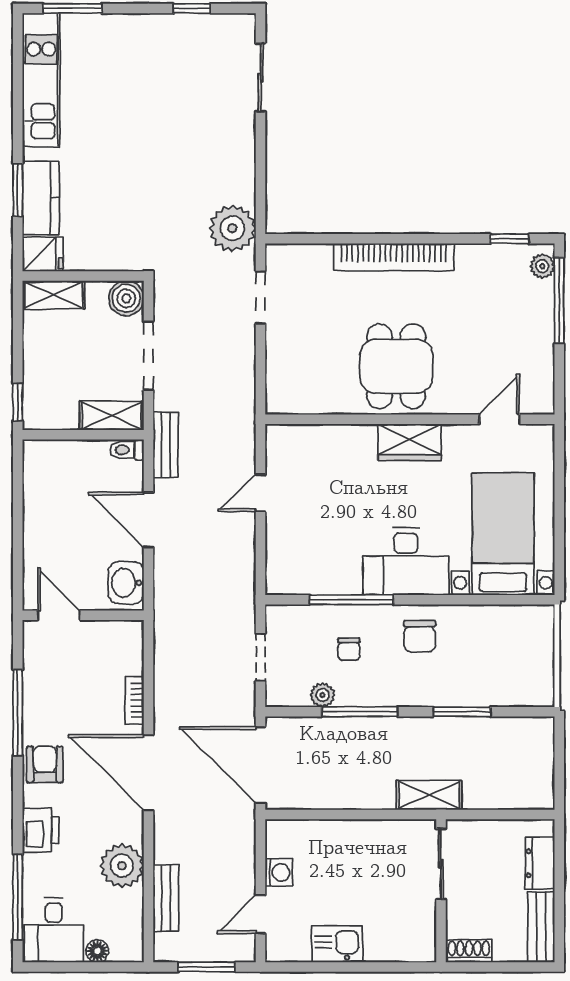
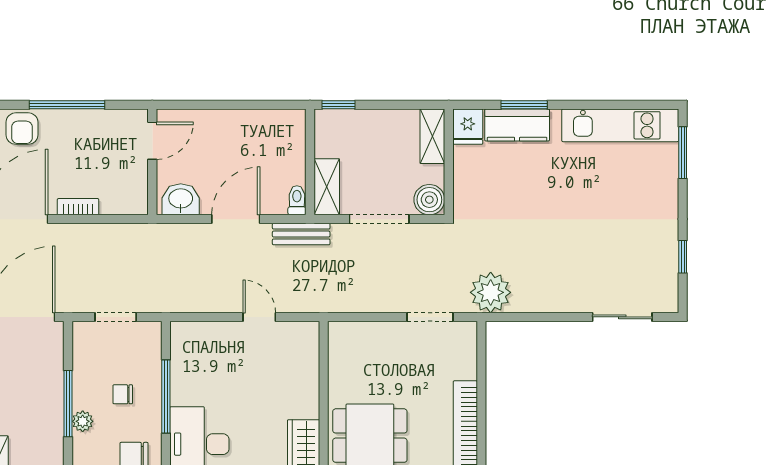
plant: (323, 695) -> (83, 421), moved
armchair: (45, 764) -> (22, 129), turned 90

